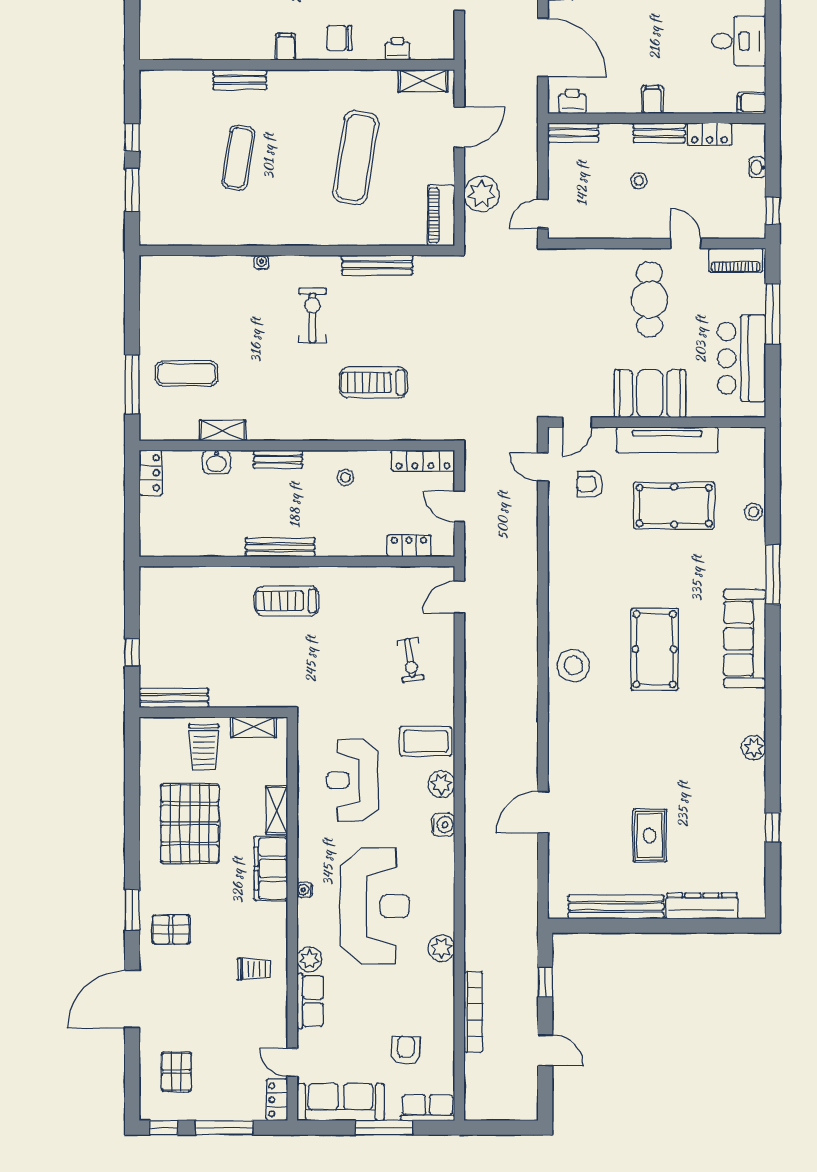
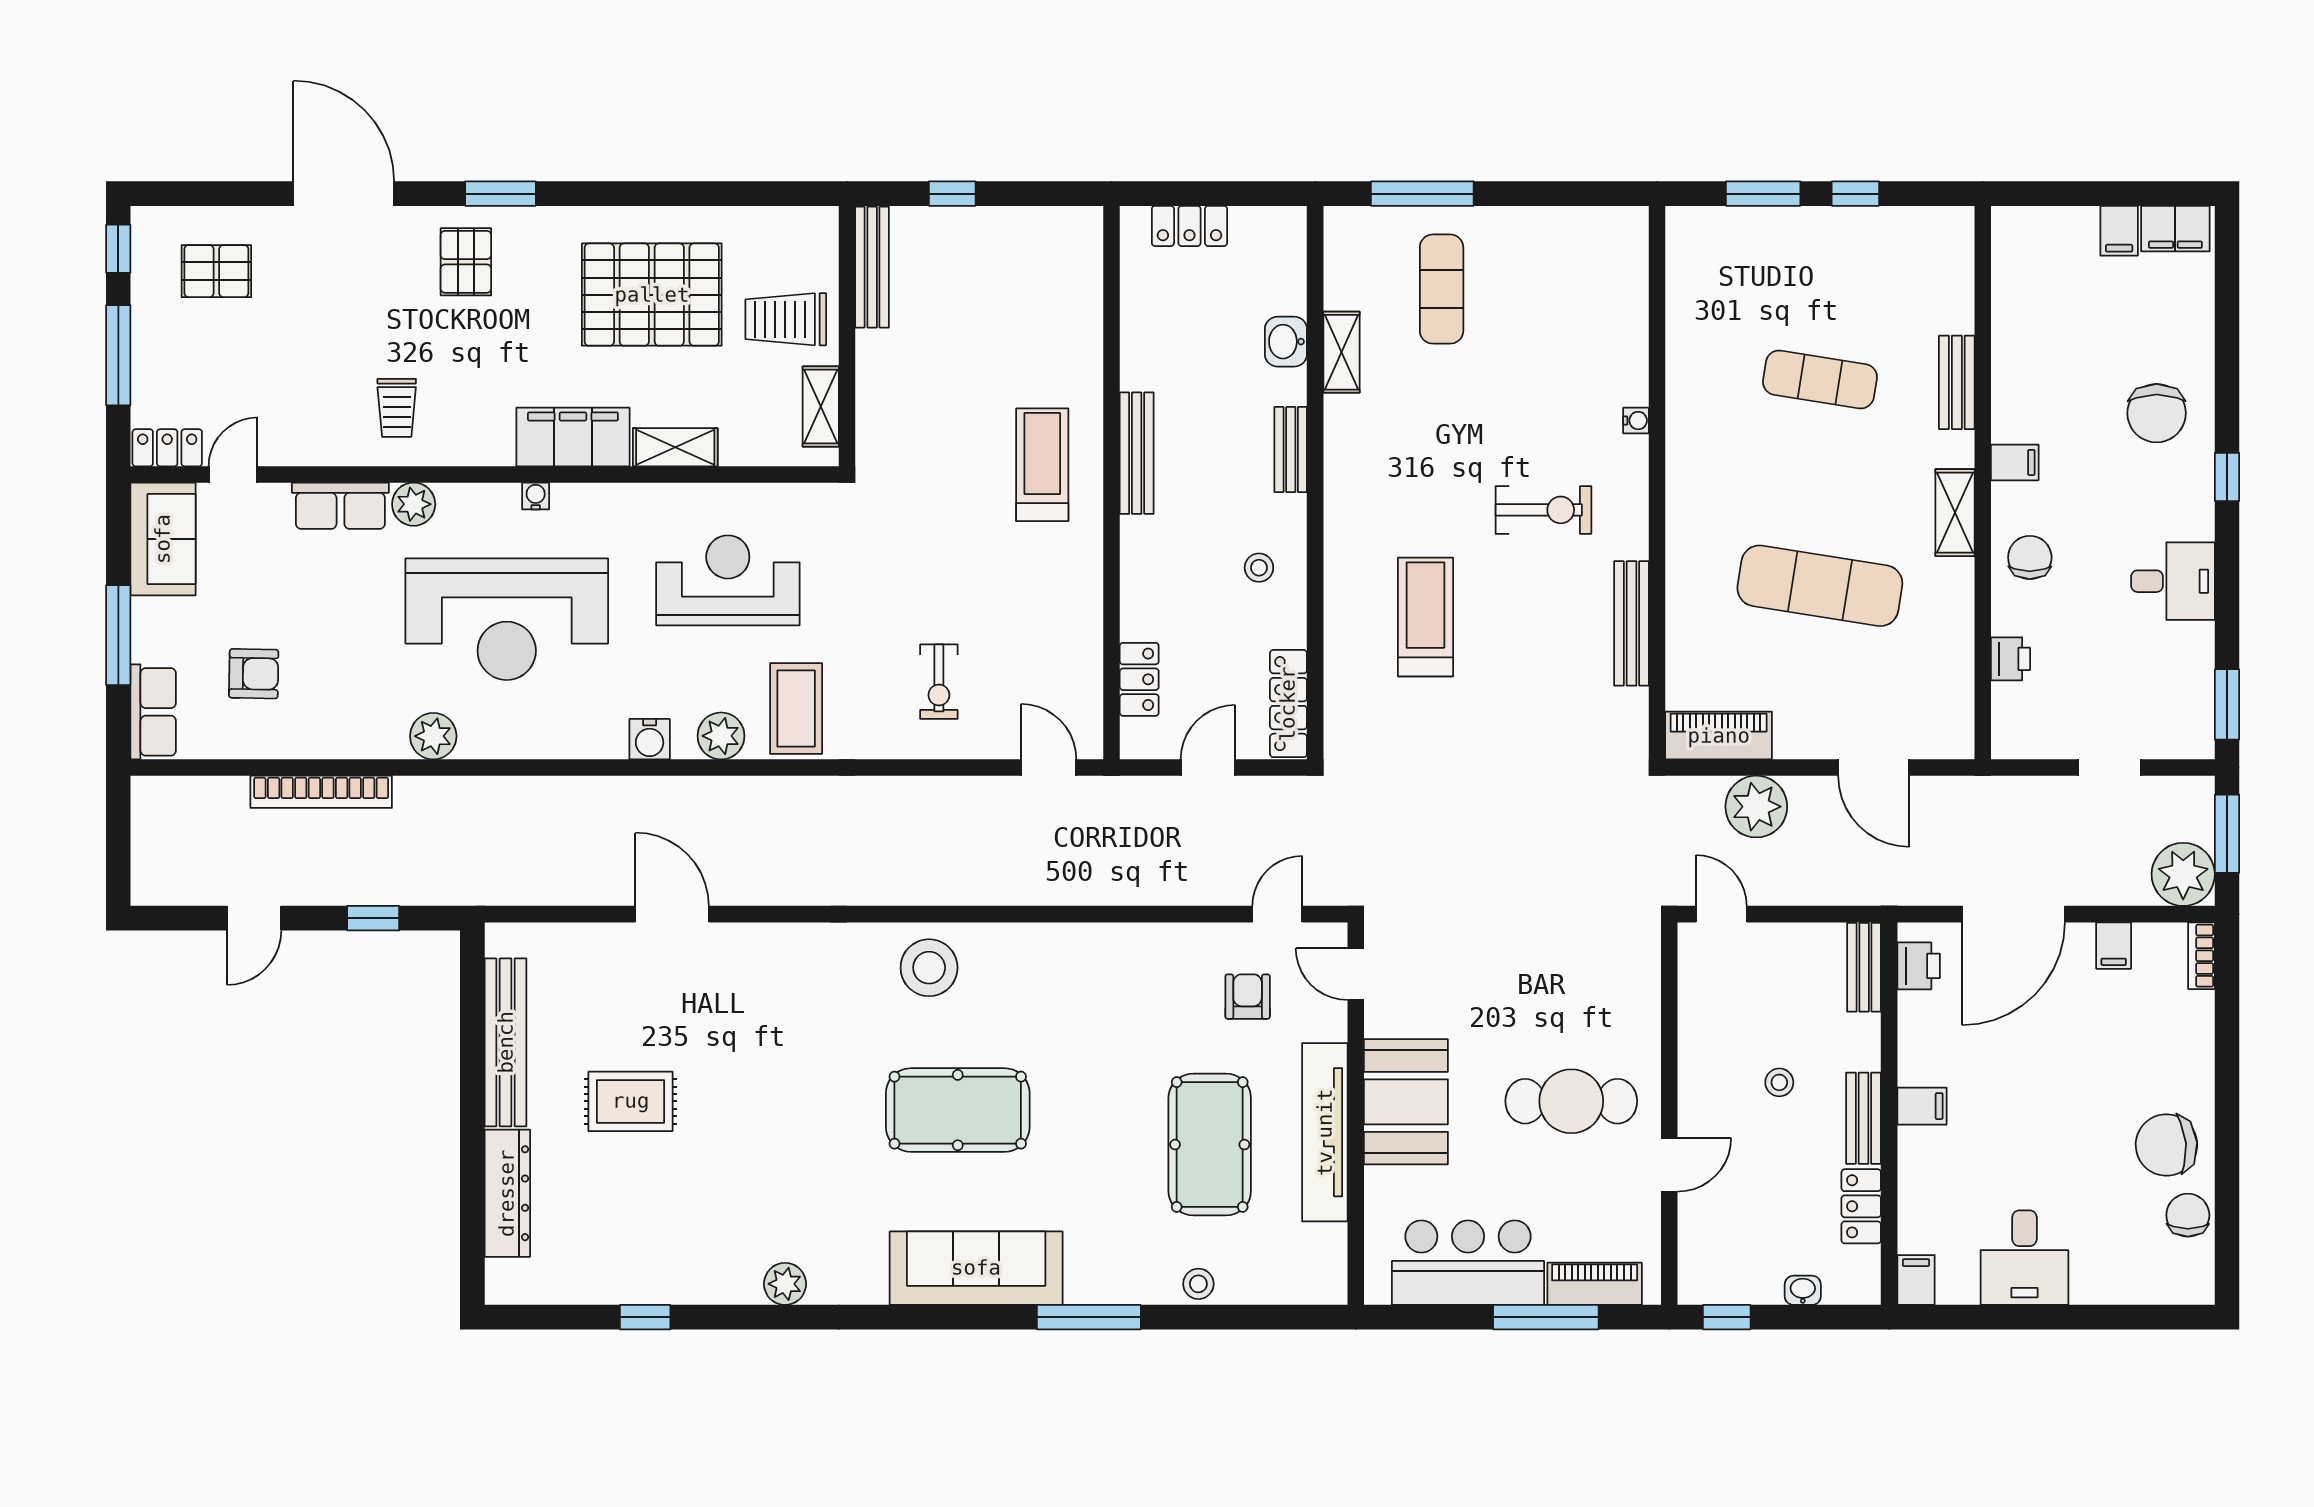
shelving: (423, 81) -> (1955, 513), moved
piano: (736, 260) -> (1595, 1284), moved, turned 90
locker: (151, 473) -> (1189, 226), moved
exercise bike: (410, 660) -> (939, 682), turned -82
sofa: (341, 1102) -> (163, 539), width x0.73

